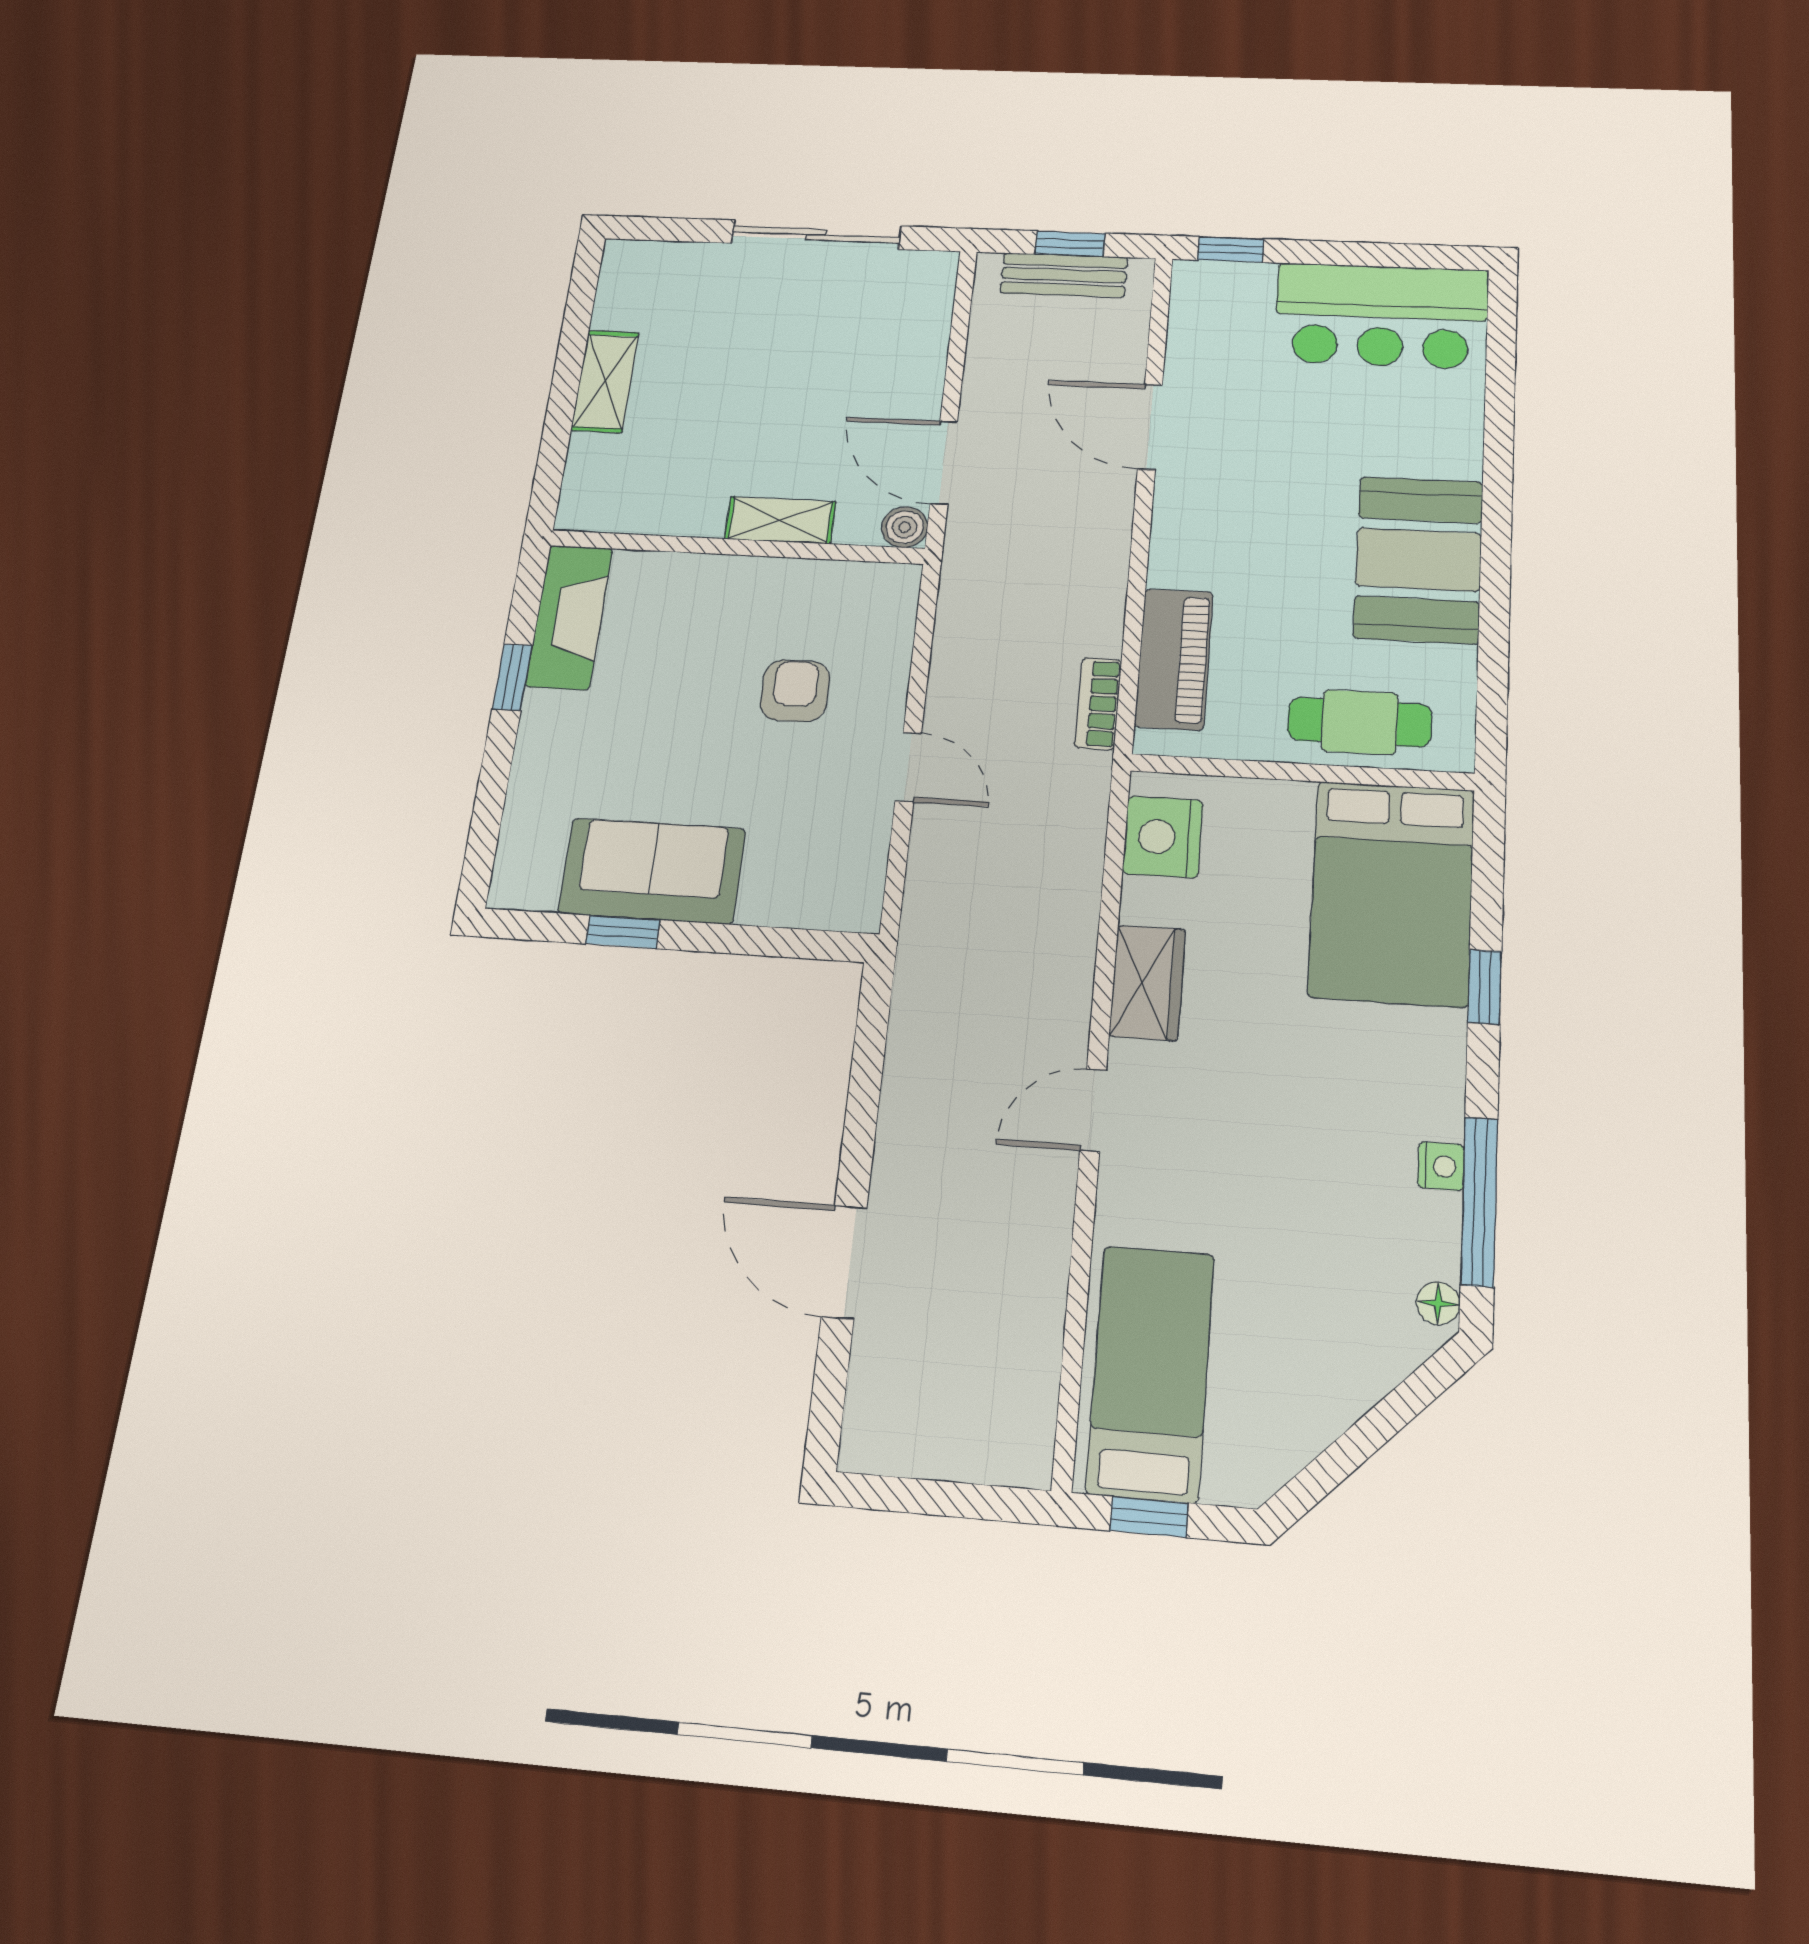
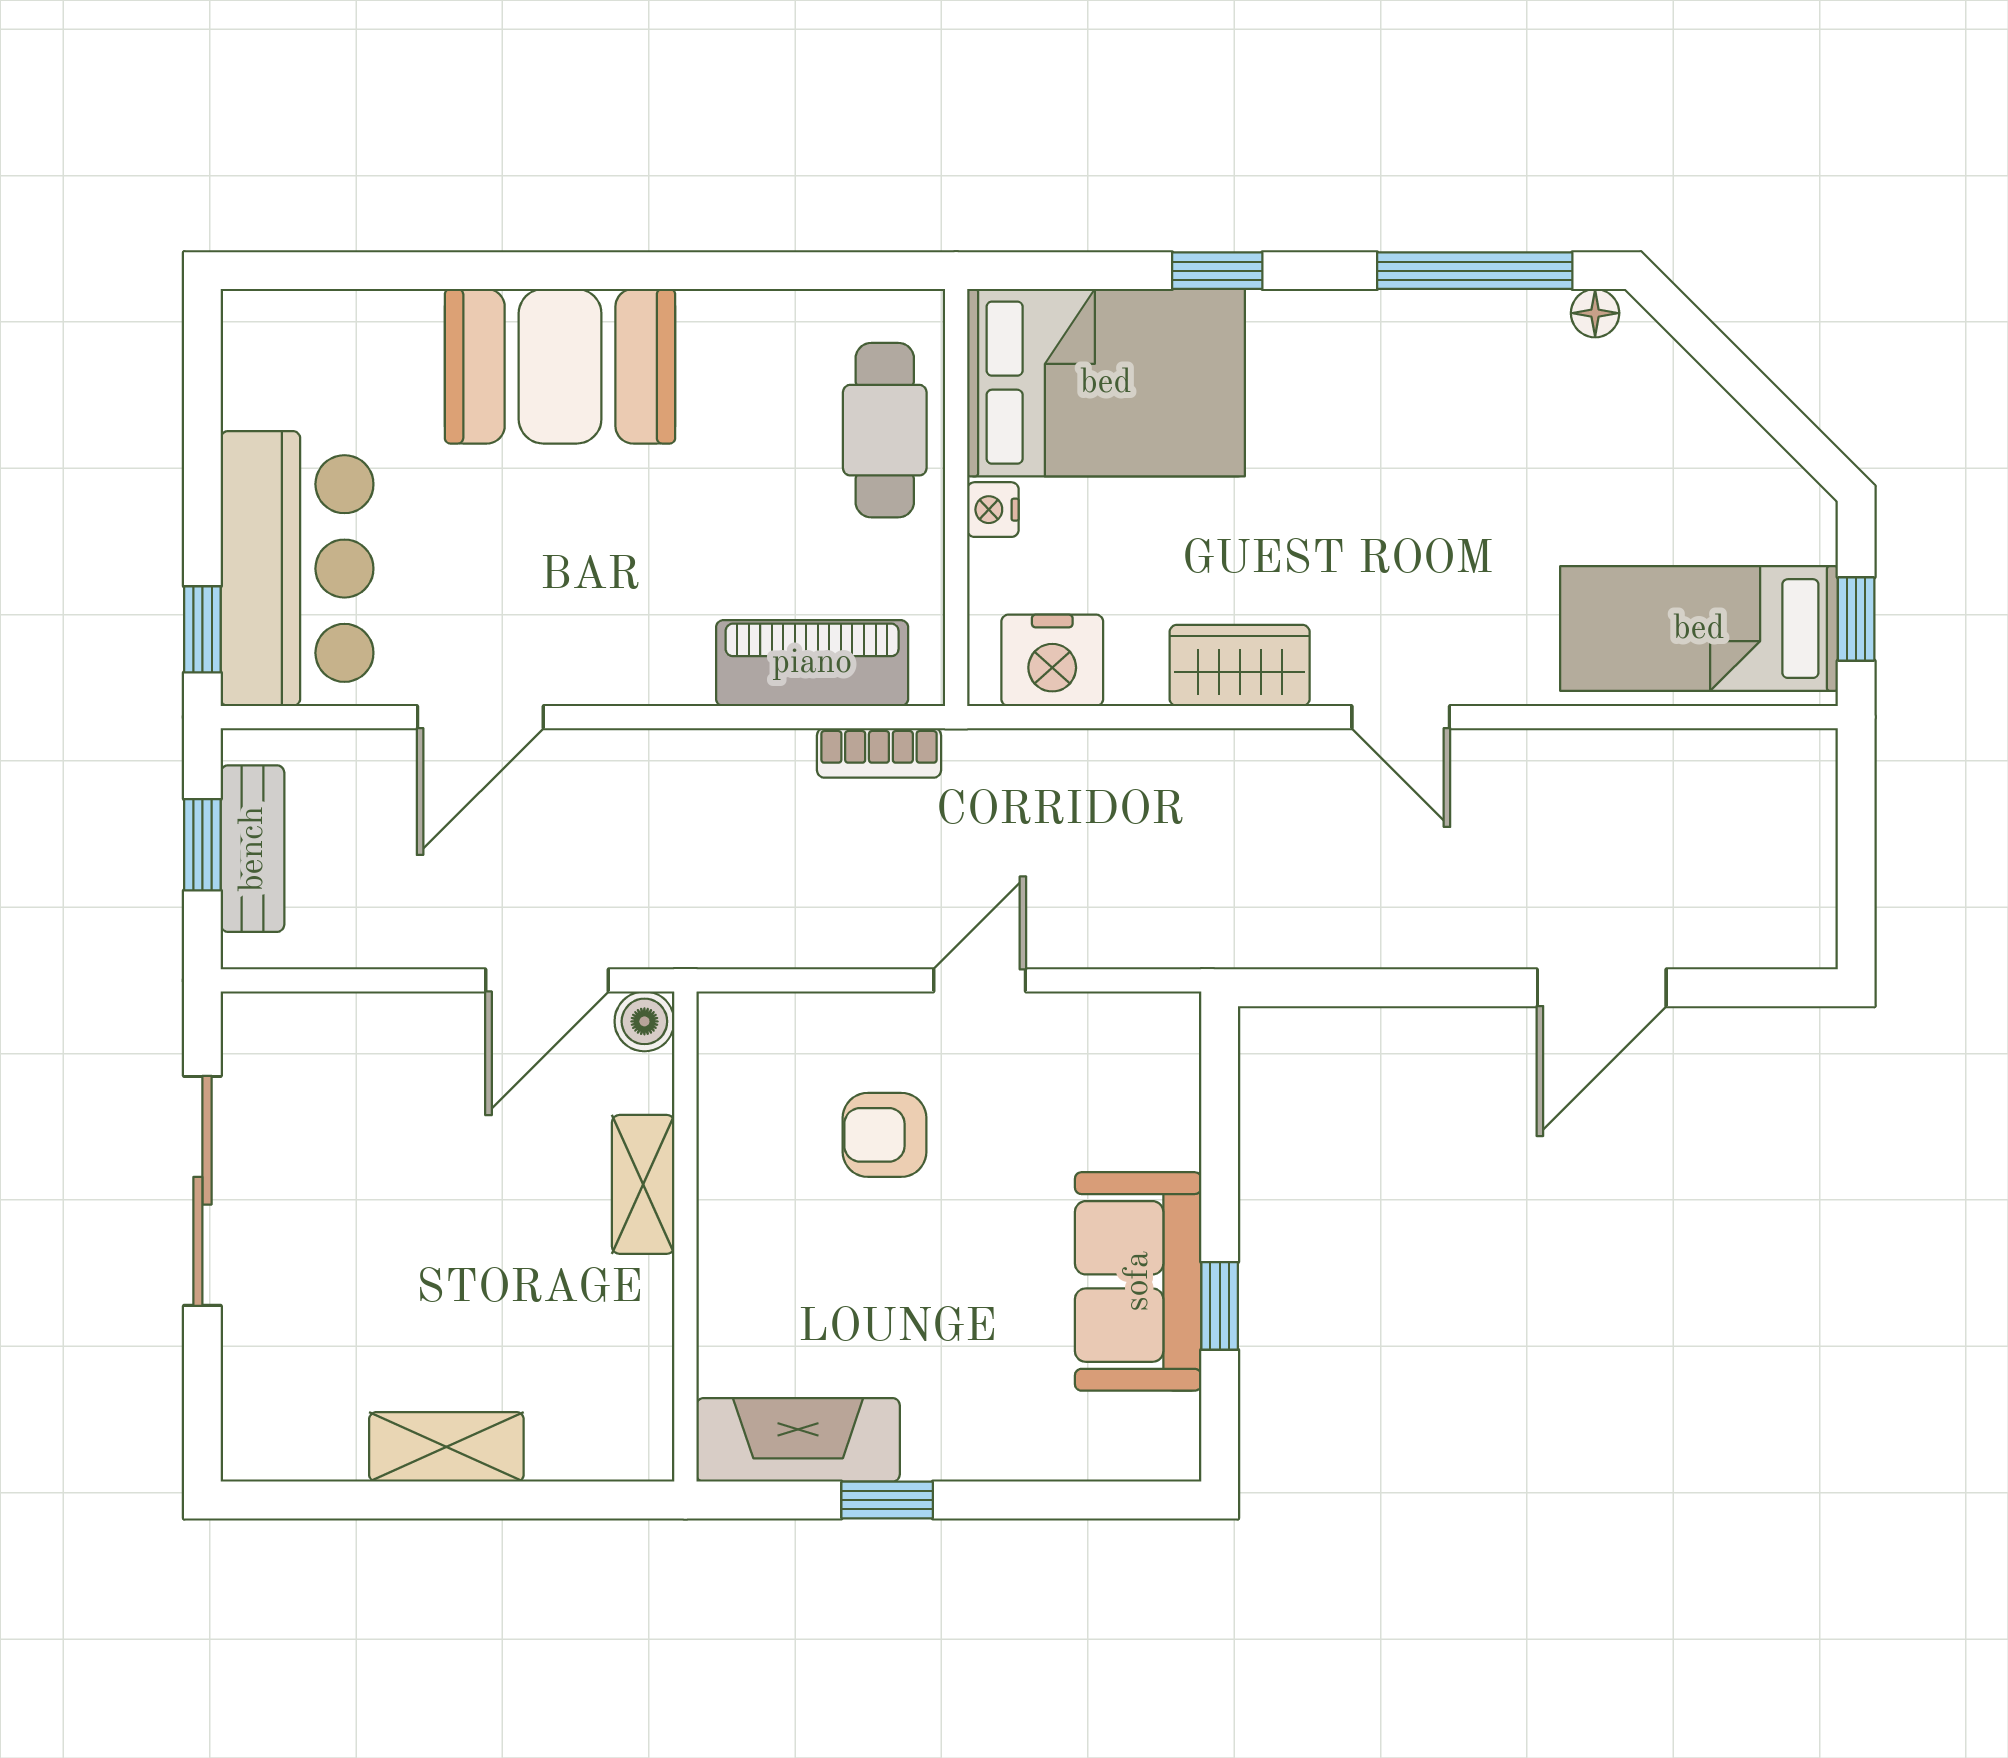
bar counter: (1381, 316) -> (297, 569), moved
booth: (1419, 559) -> (560, 366), moved
nightstand: (1441, 1166) -> (993, 510), moved, turned -90

